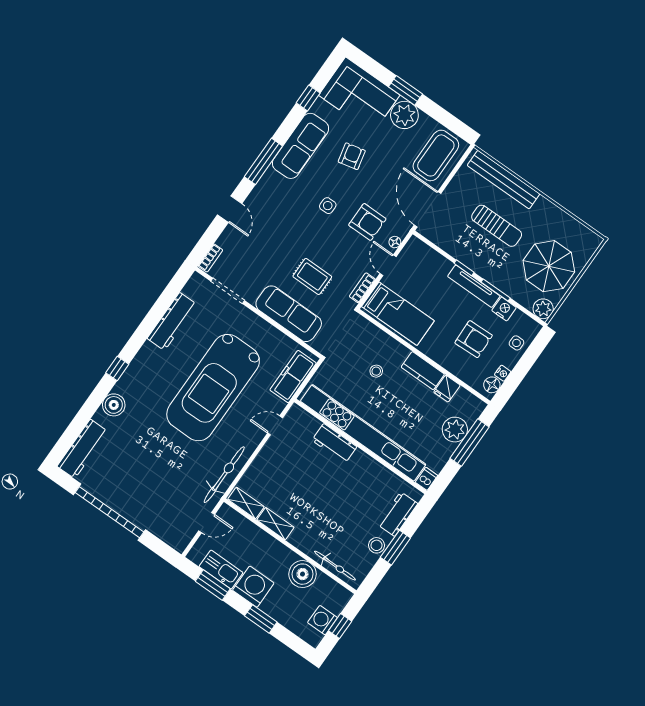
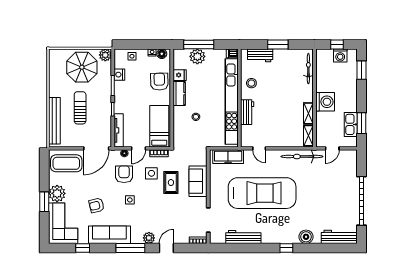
plant: (260, 195) -> (149, 238), added
side table: (343, 259) -> (151, 173), added
tv unit: (474, 286) -> (119, 130), moved
sofa: (289, 314) -> (198, 181), width x0.73
armchair: (474, 339) -> (159, 82), moved
door: (207, 523) -> (332, 148), swing flipped
stool: (377, 545) -> (251, 83), moved
boiler: (303, 574) -> (324, 82), removed
washing machine: (253, 587) -> (325, 102), moved, turned 180
window: (261, 619) -> (362, 70), moved

